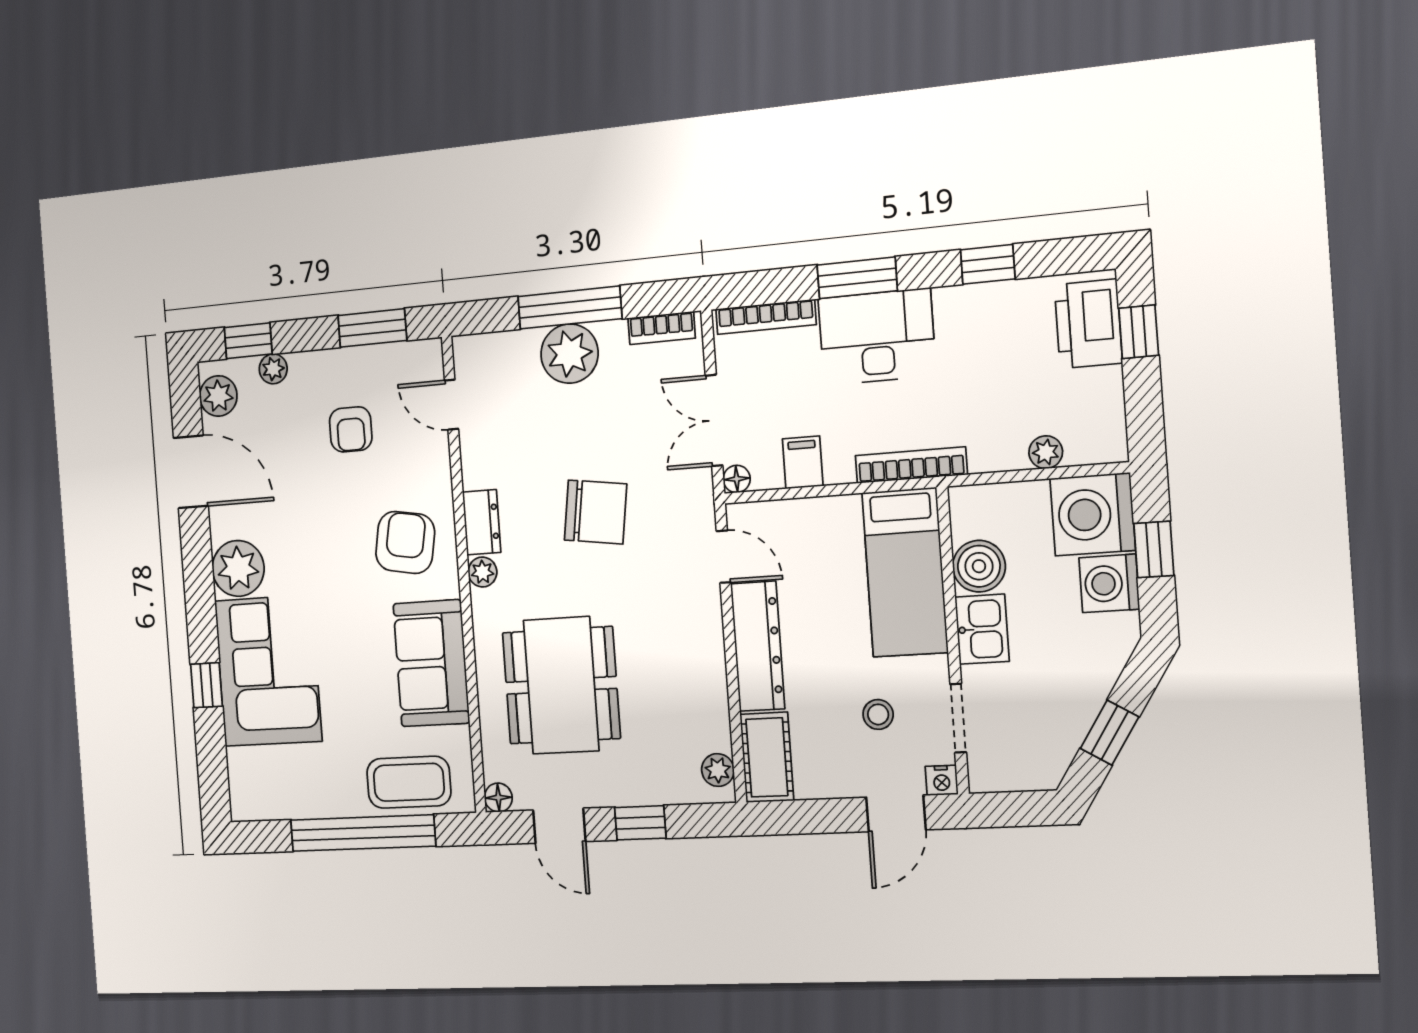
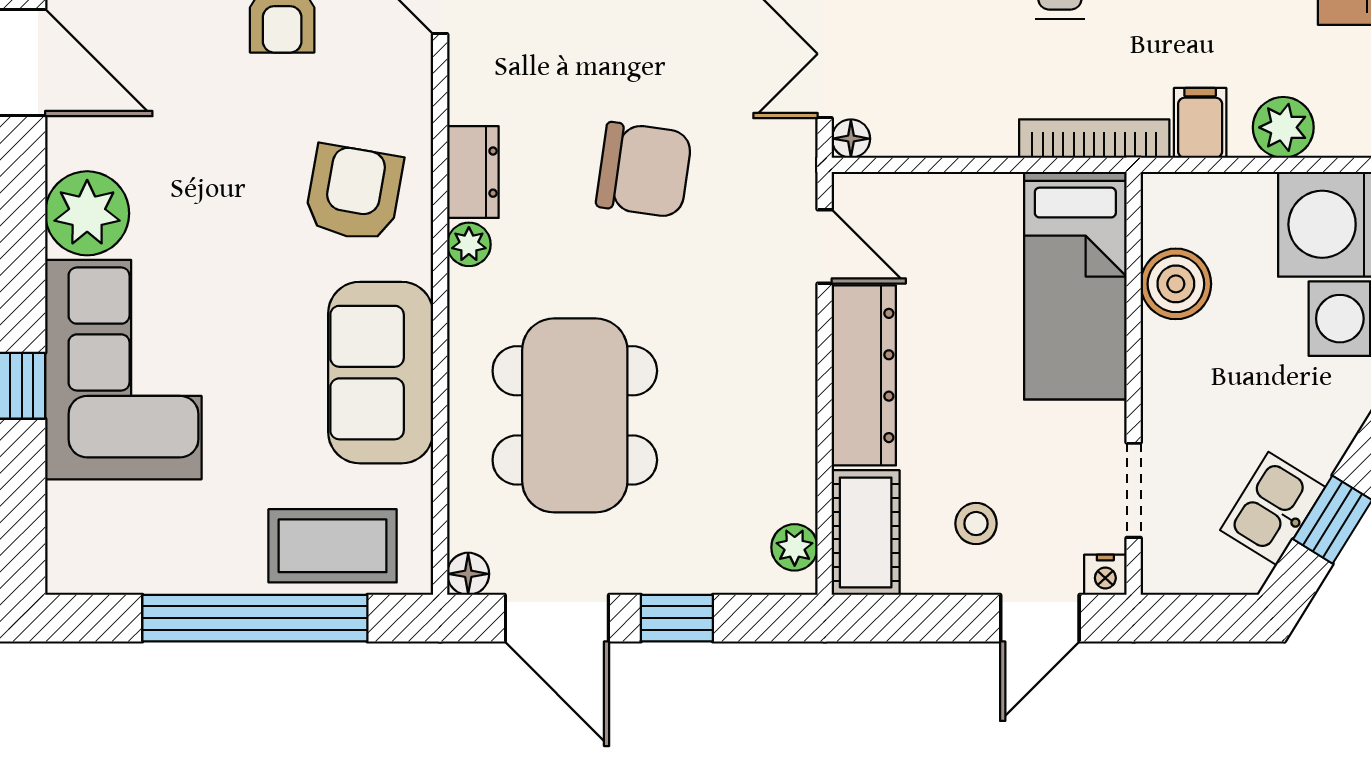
plant: (1046, 452) -> (1283, 127), width x1.38, depth x1.38
filing cabinet: (803, 462) -> (1200, 123), moved
kitchen sink: (982, 629) -> (1273, 509), moved, turned -148
stool: (878, 714) -> (976, 524), moved
door: (559, 826) -> (557, 618), width x1.38

